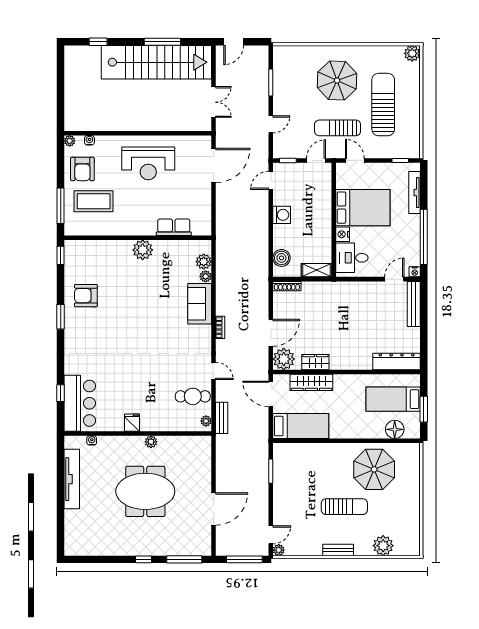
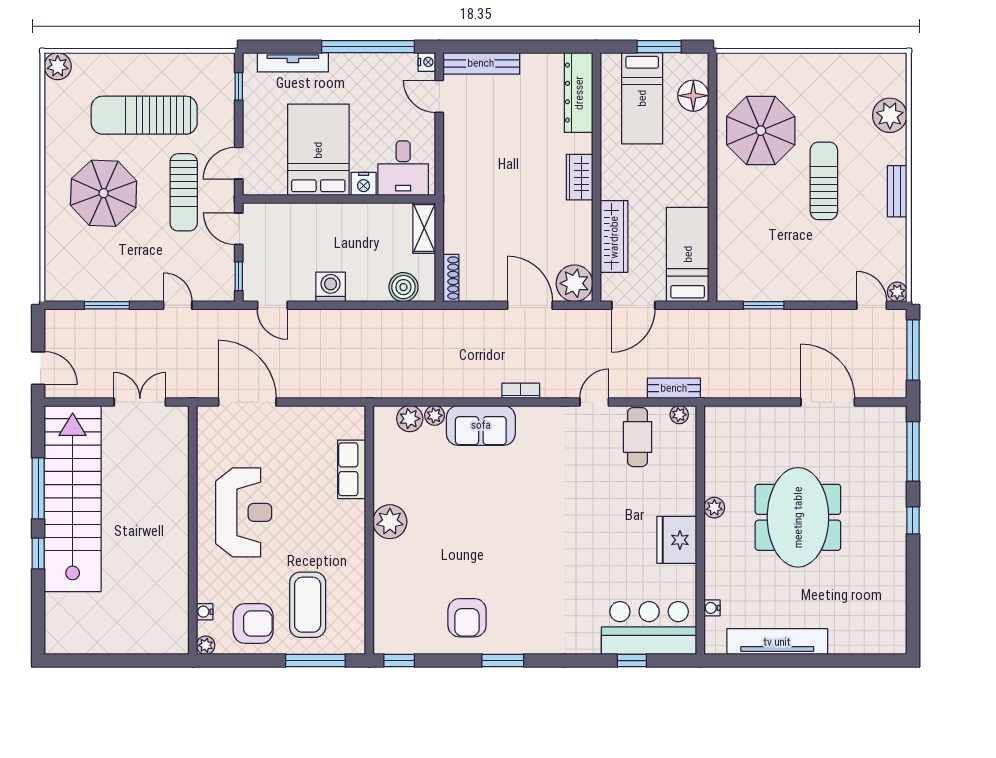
window: (98, 42) -> (38, 553), moved
wardrobe: (315, 362) -> (580, 177), moved
fridge: (132, 423) -> (677, 540), width x1.88, depth x1.34

